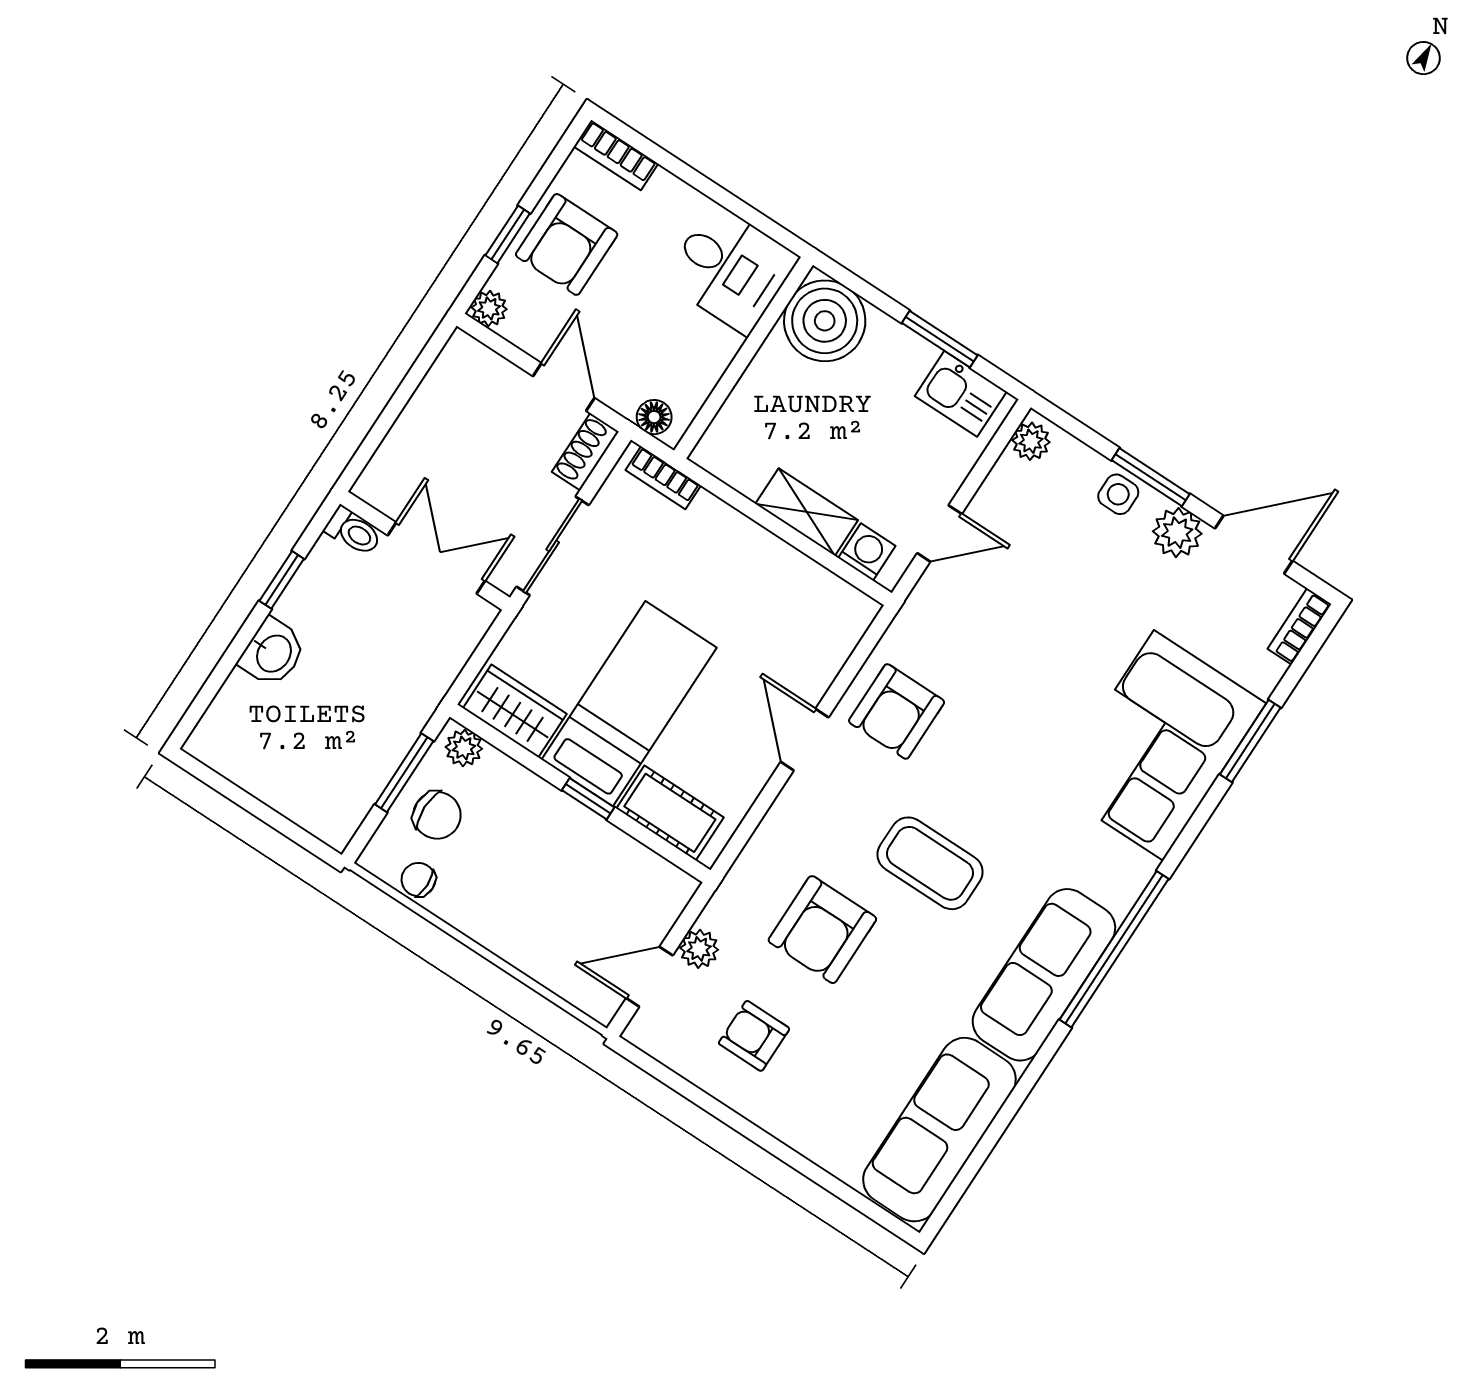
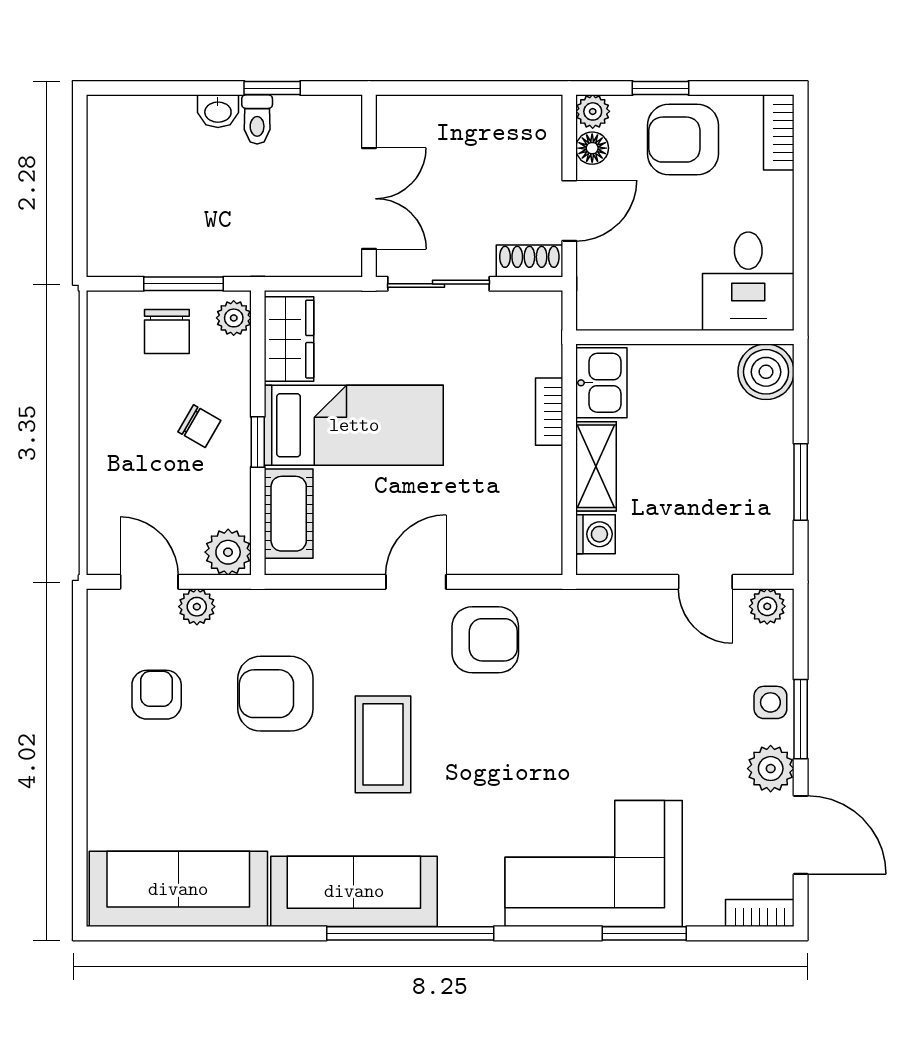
boiler: (825, 321) -> (766, 372), width x0.73, depth x0.73
kitchen sink: (961, 394) -> (601, 383), moved, turned 180
floor lamp: (654, 417) -> (592, 148), moved
bookcase: (663, 478) -> (549, 412), moved
toilet: (353, 532) -> (257, 119), moved
door: (939, 534) -> (705, 582), moved
washbasin: (273, 653) -> (218, 111), width x0.72, depth x0.69
armchair: (897, 711) -> (485, 640), turned 180
chair: (418, 880) -> (199, 426), moved, turned 120
plant: (669, 889) -> (228, 552), added

